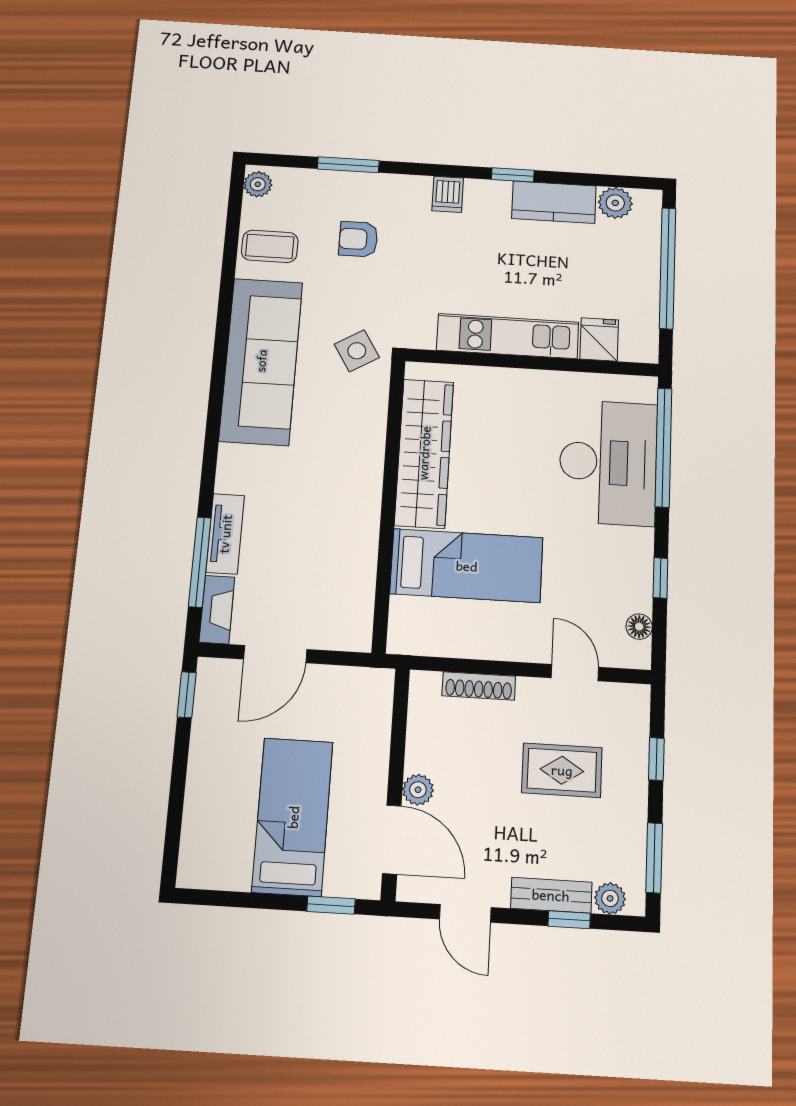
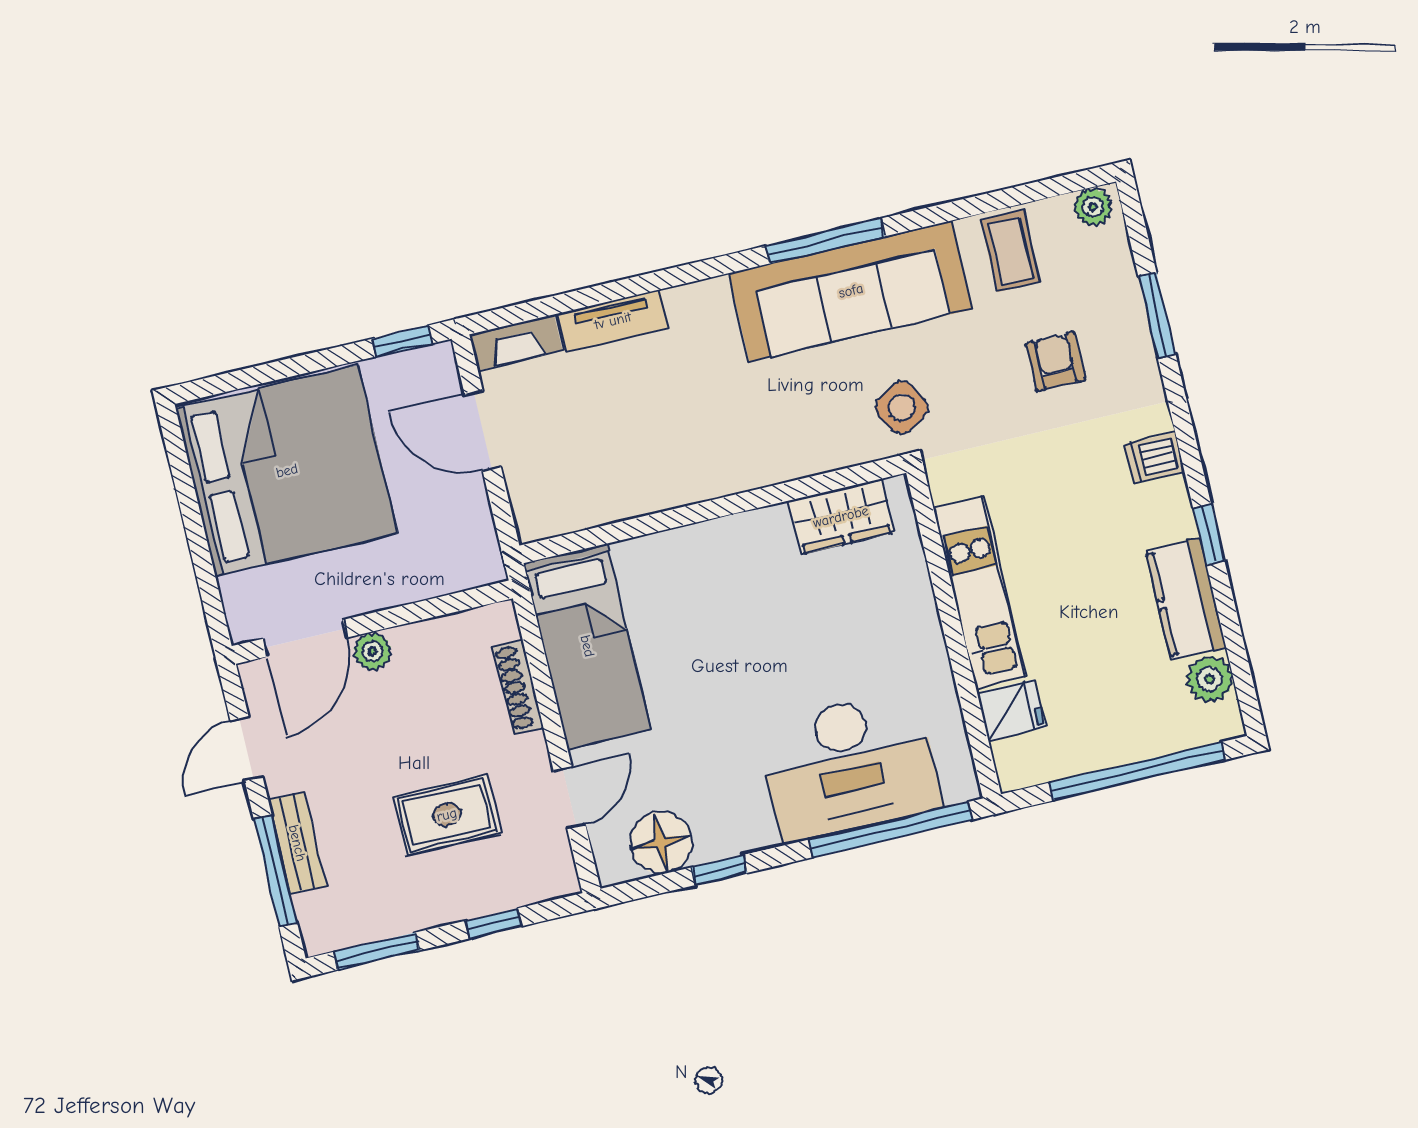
wardrobe: (424, 453) -> (841, 517), width x0.48, depth x0.85
window: (200, 562) -> (825, 241), moved
bed: (467, 566) -> (587, 646), moved
floor lamp: (639, 627) -> (661, 843), width x1.89, depth x1.89
rug: (562, 770) -> (447, 815), turned 90
bed: (293, 817) -> (287, 471), width x2.04
plant: (610, 898) -> (314, 912), removed
window: (331, 905) -> (209, 591), removed
window: (569, 920) -> (276, 871), width x2.17

